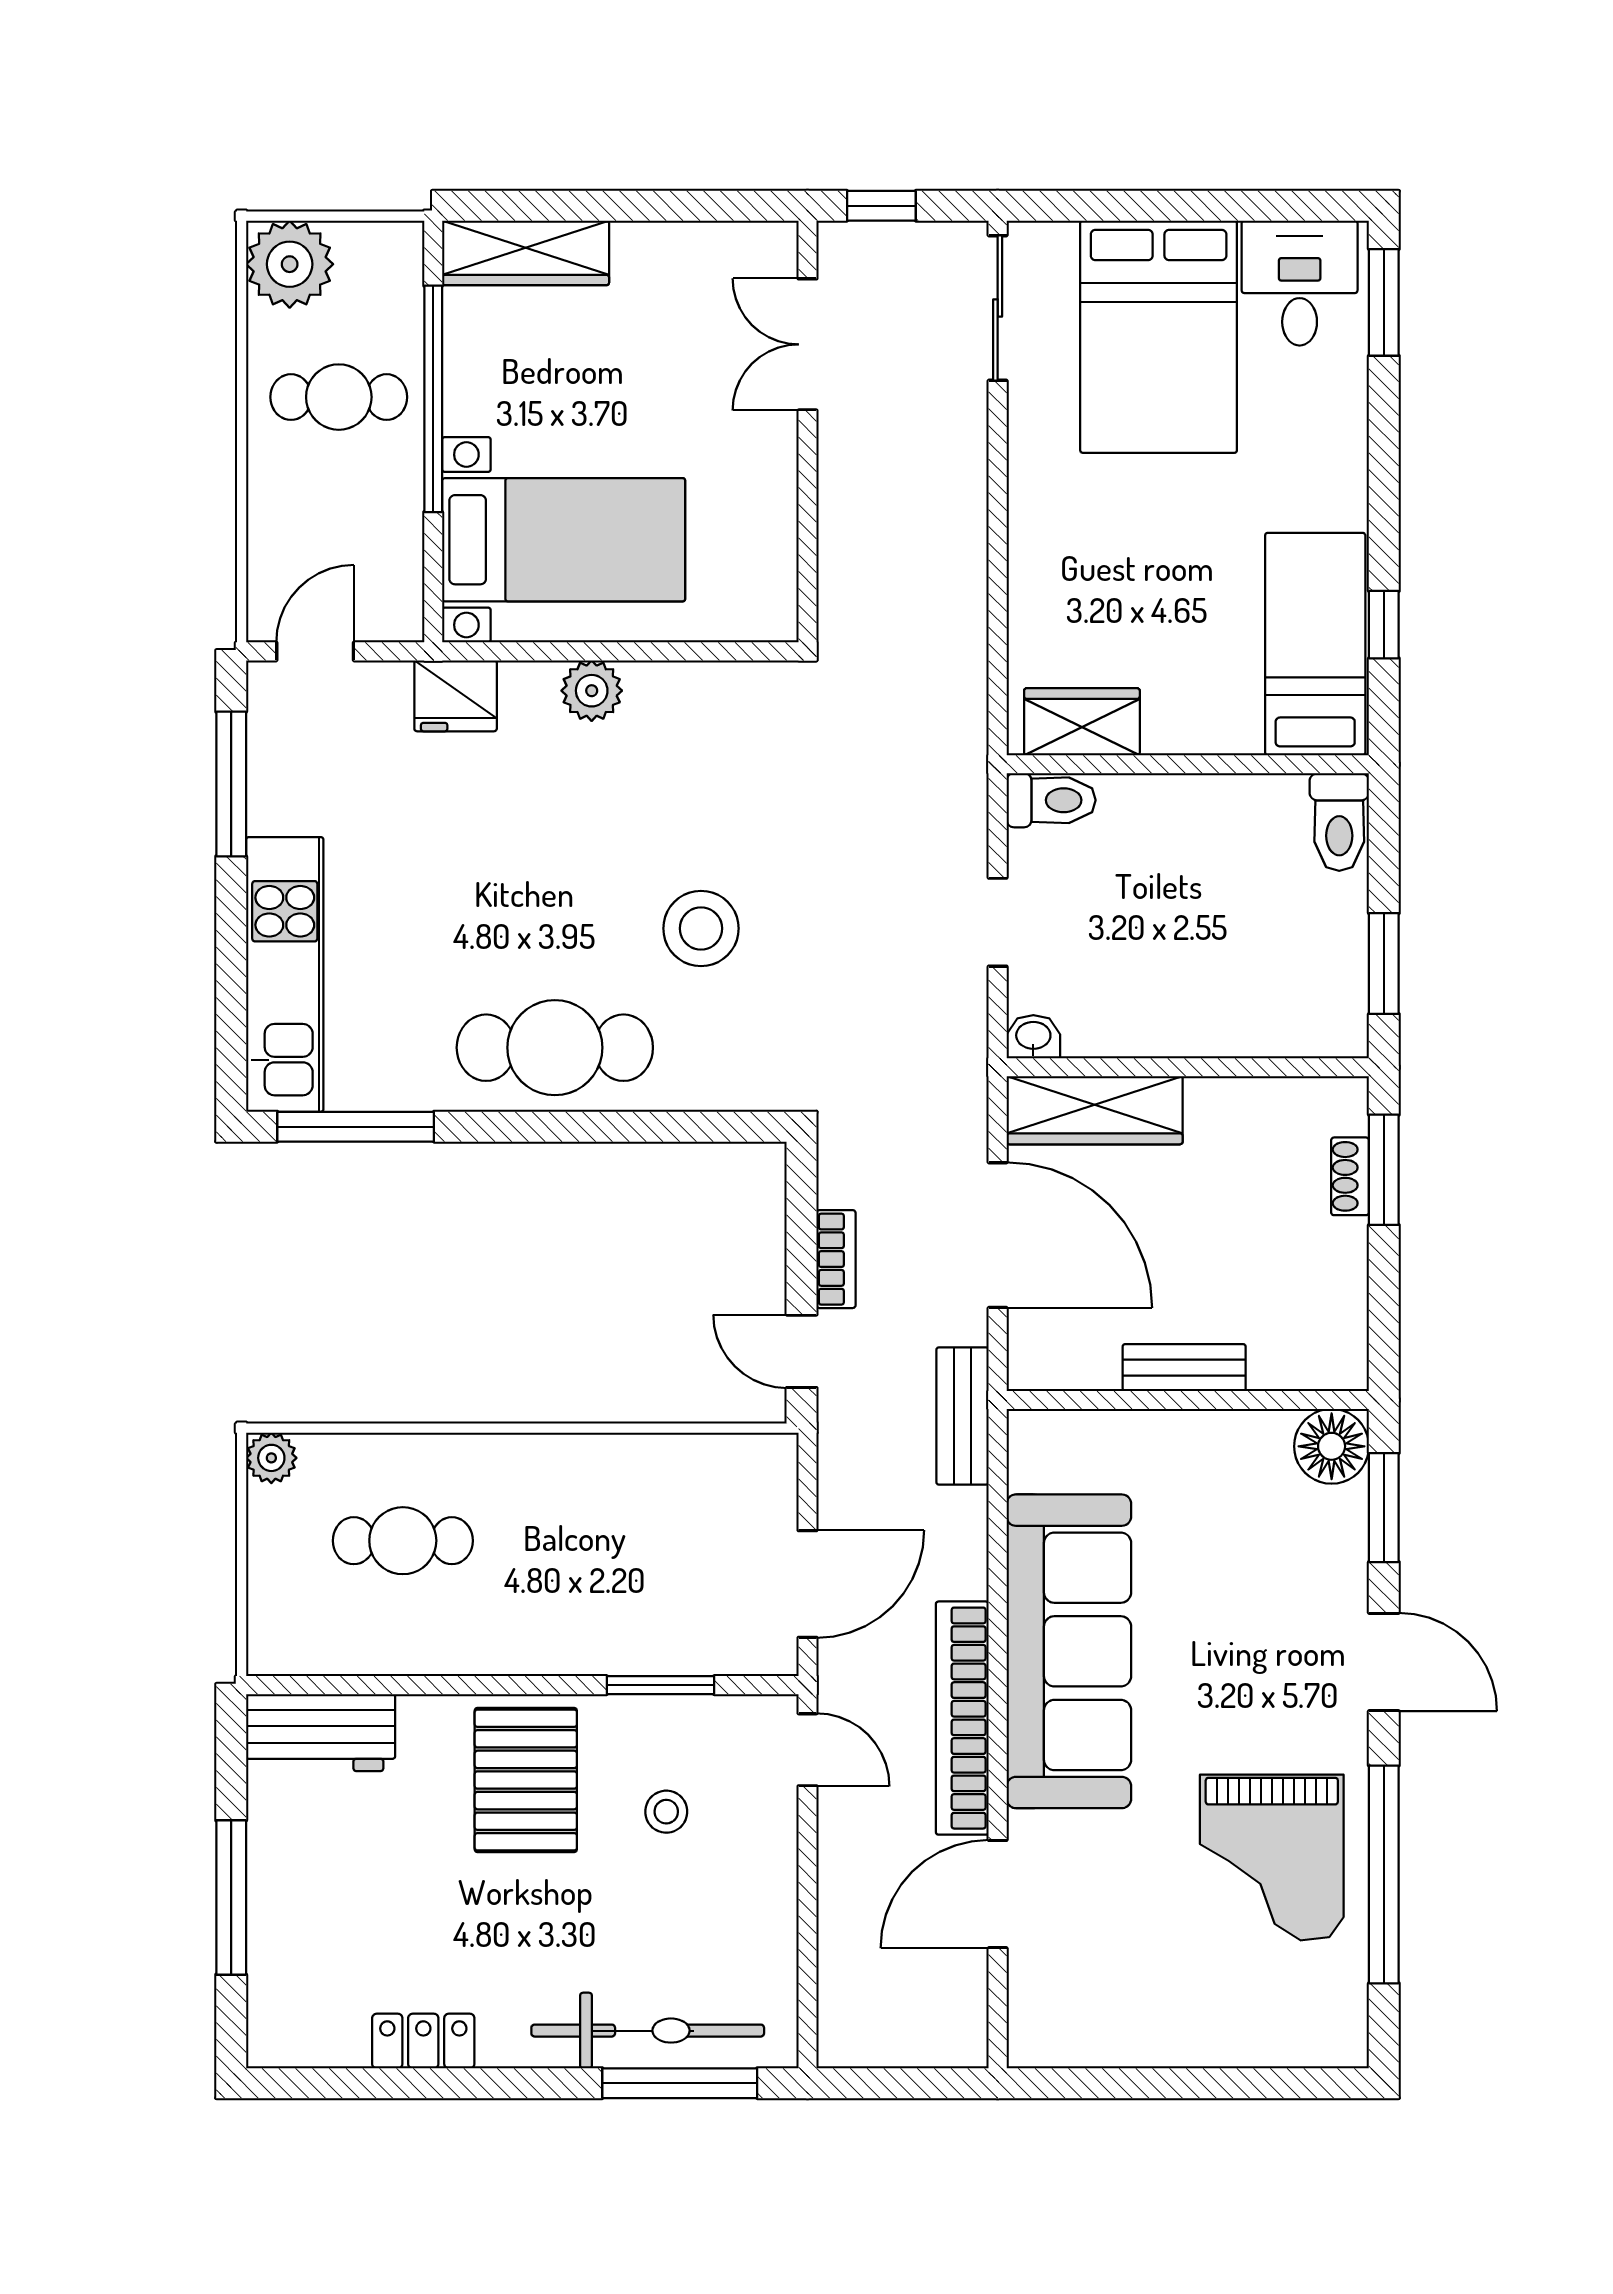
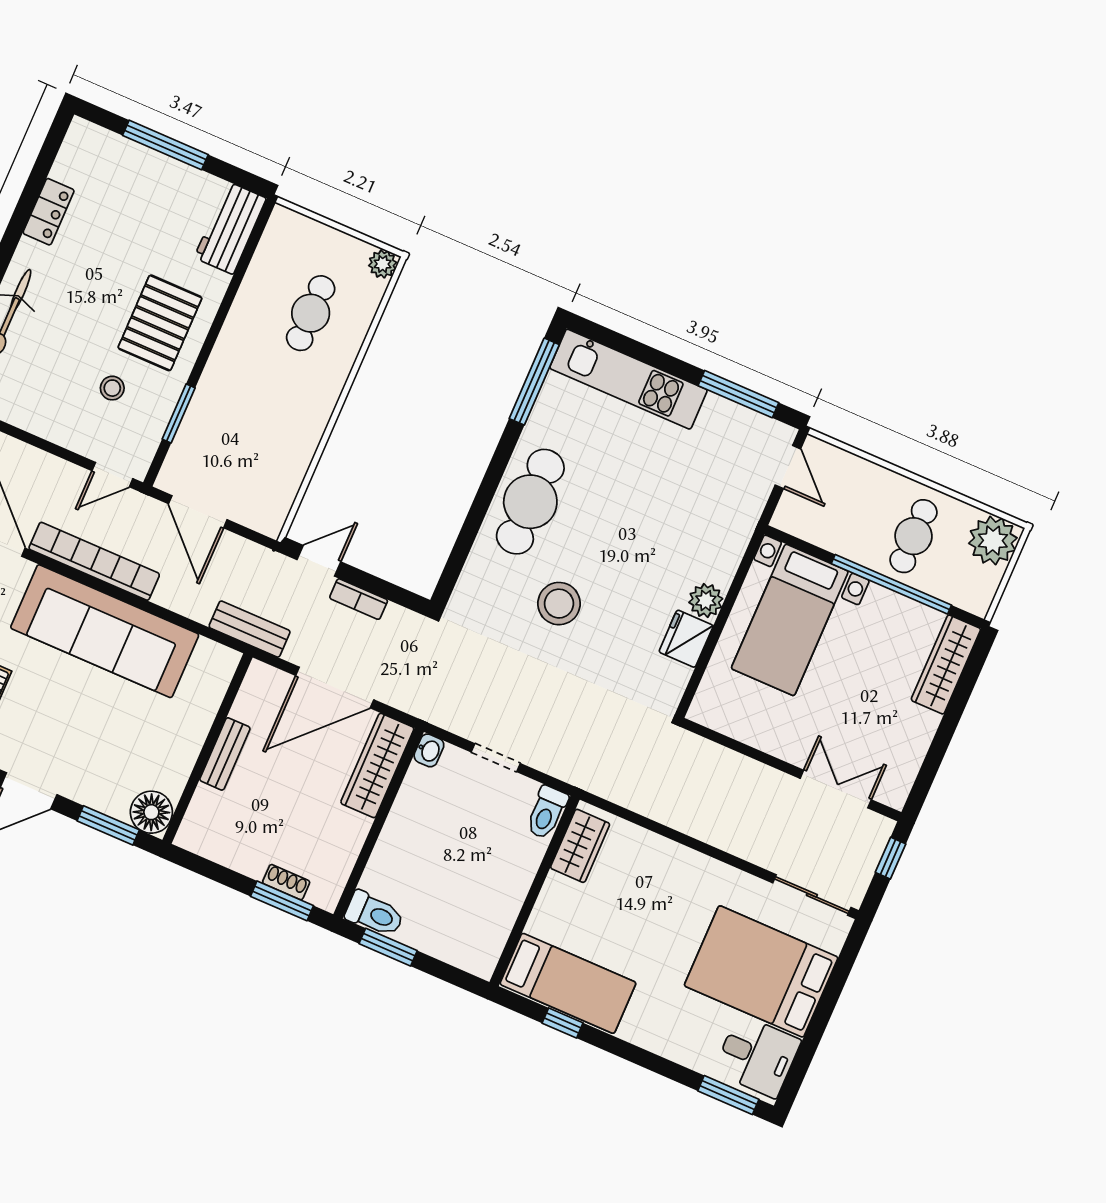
fridge: (456, 696) -> (686, 639), moved
toilet: (1339, 822) -> (374, 914), moved, turned 180
pallet: (526, 1780) -> (160, 323), turned 90

